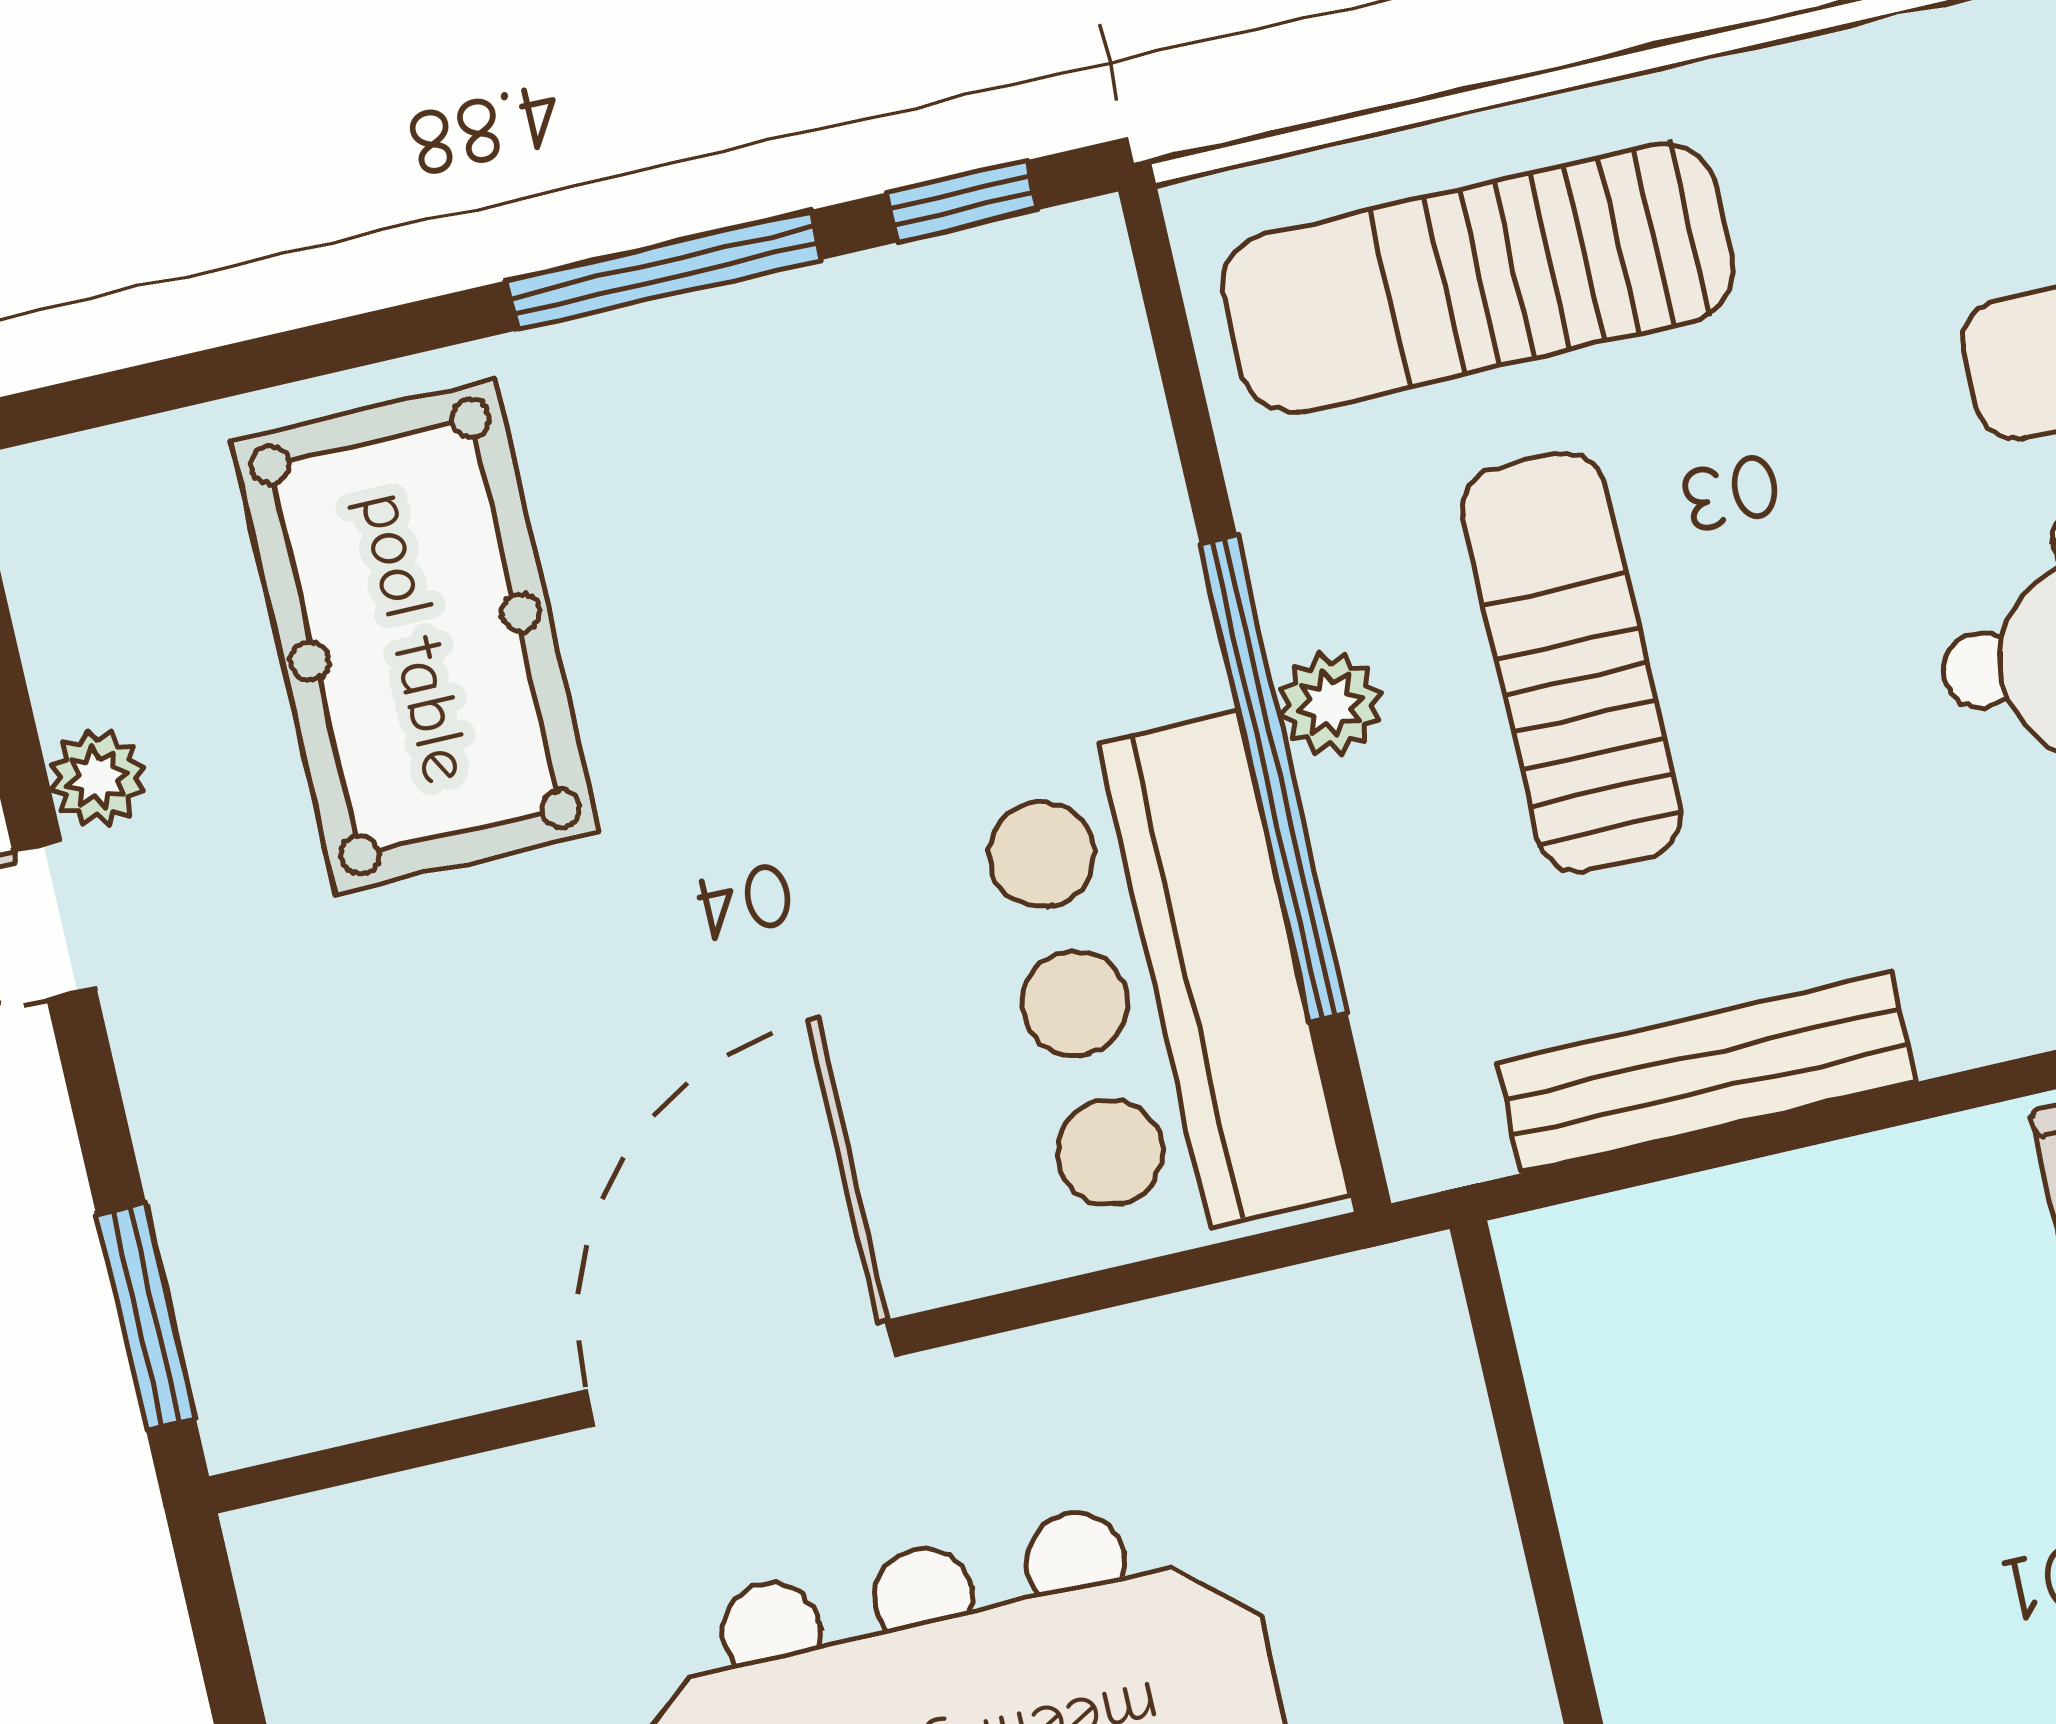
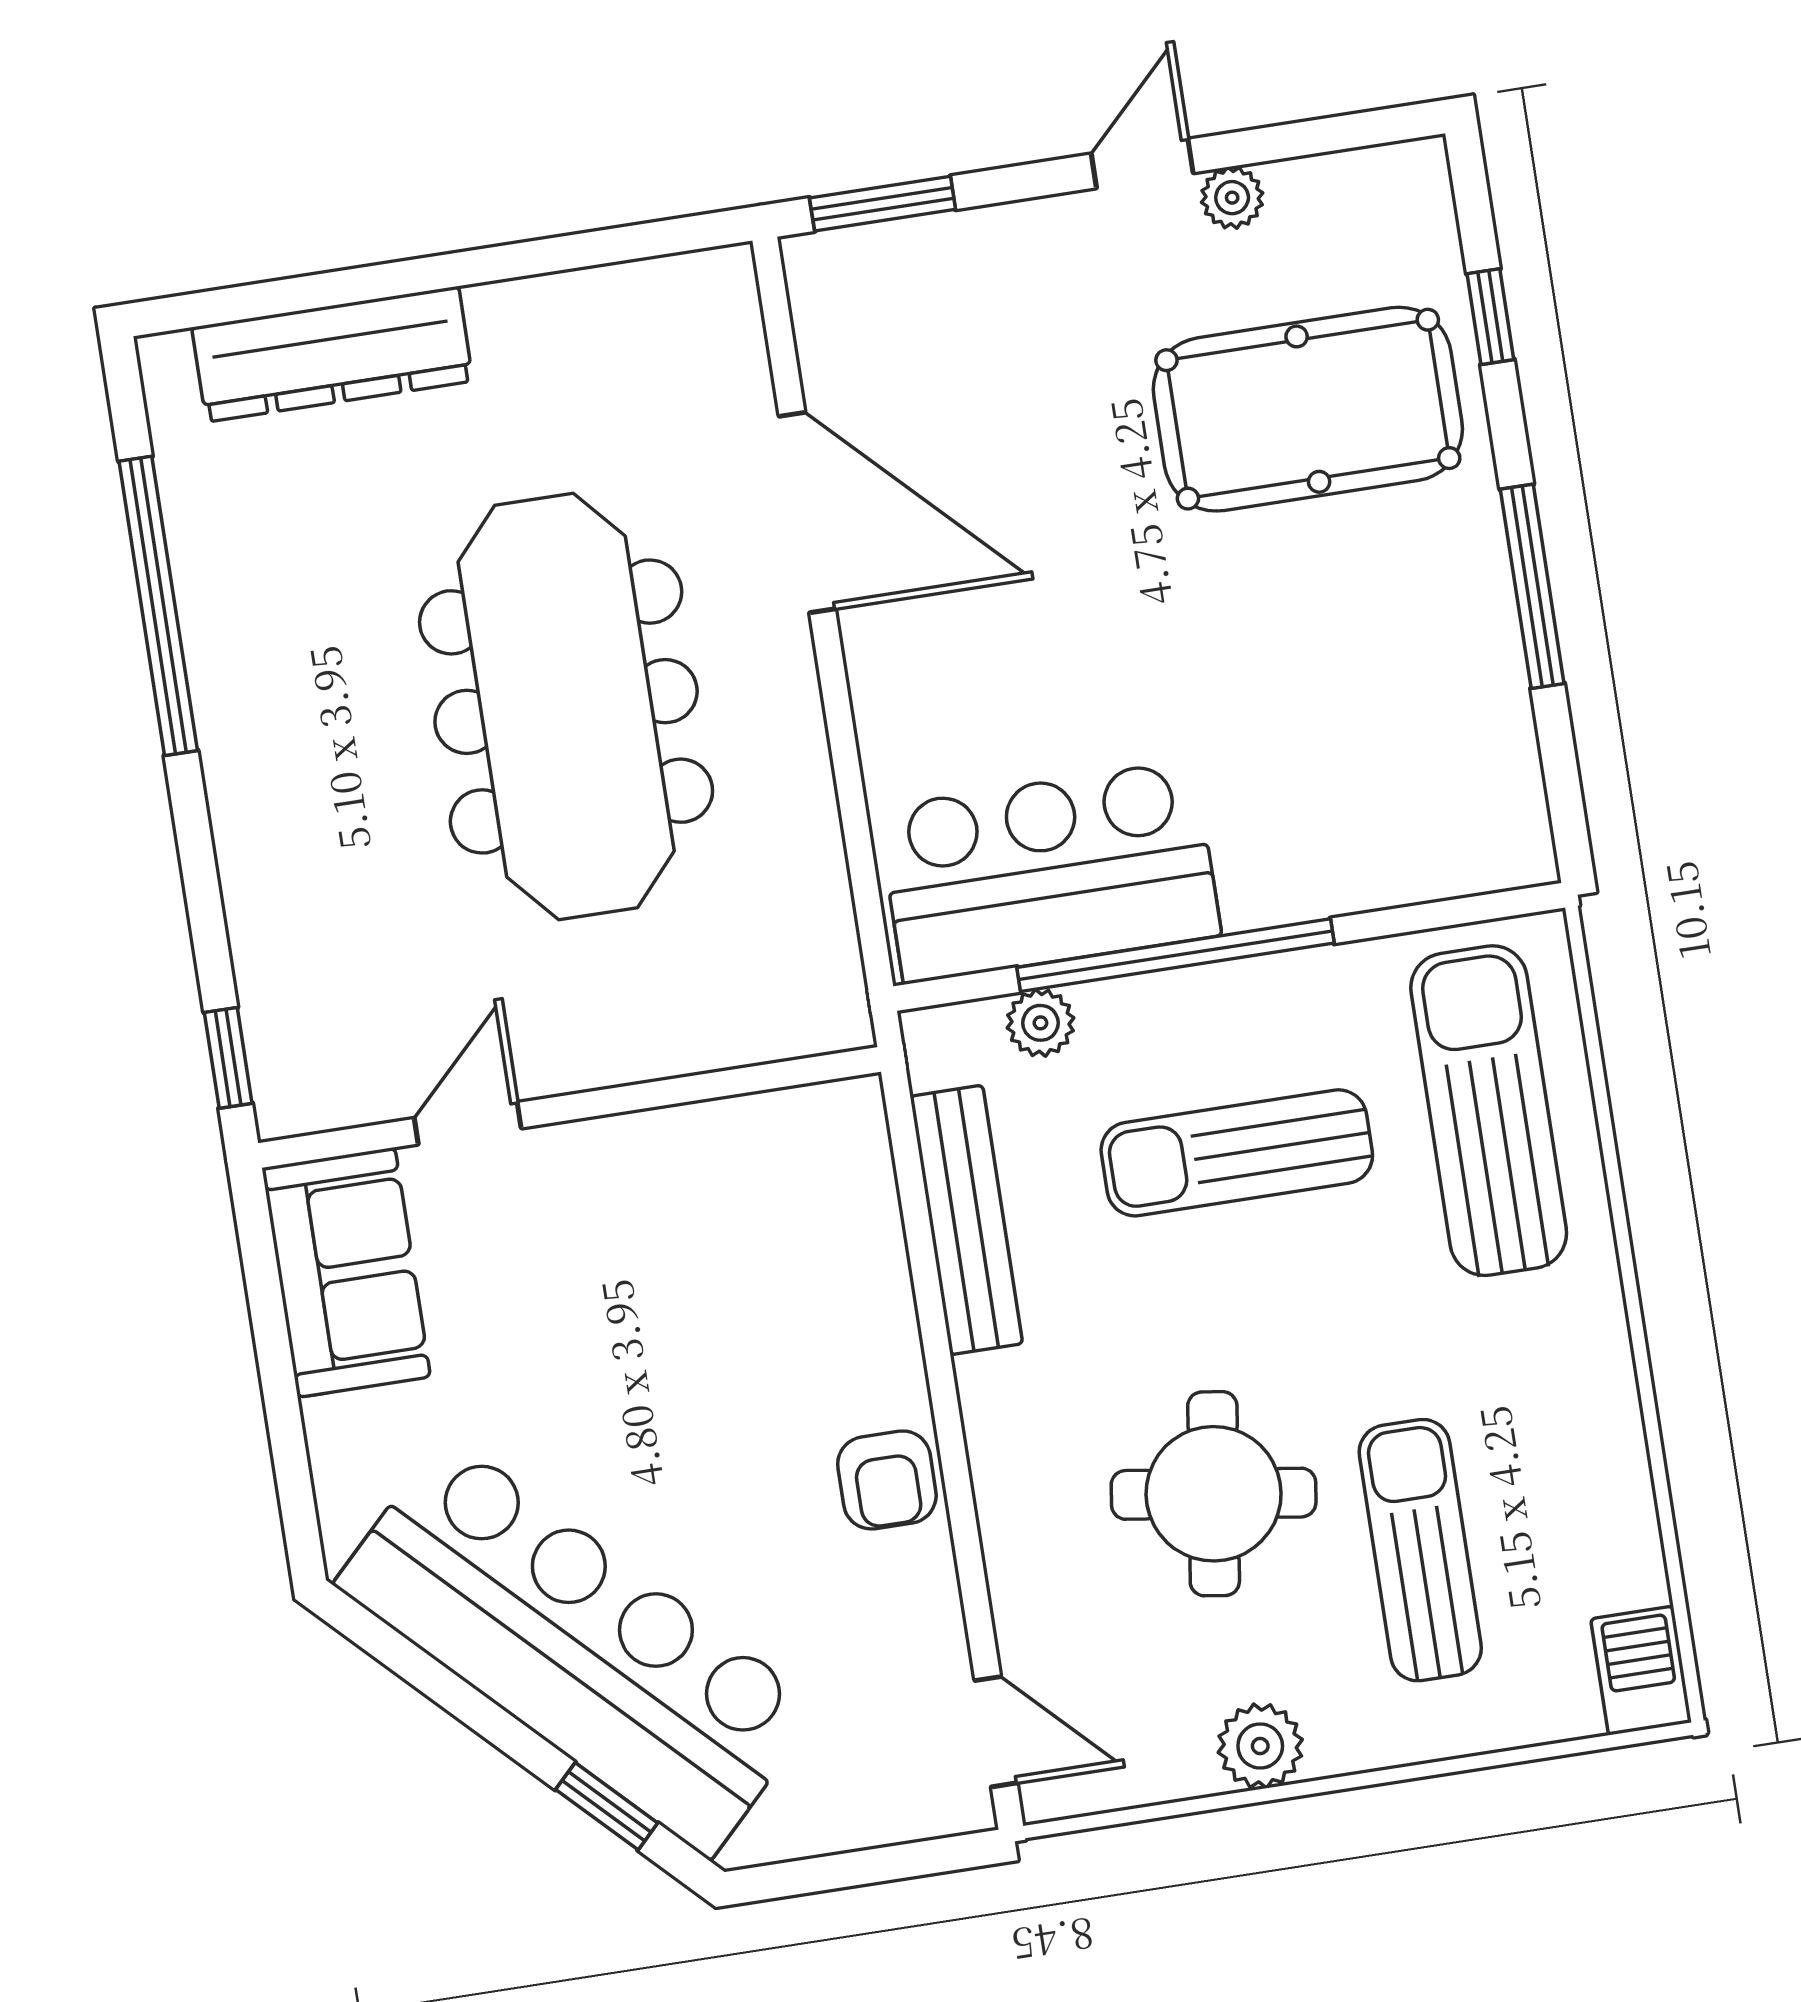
window: (962, 201) -> (1490, 317), moved
sun lounger: (1572, 662) -> (1237, 1153), turned 180
plant: (1330, 704) -> (1040, 1023), moved
door: (741, 1373) -> (807, 513), moved

